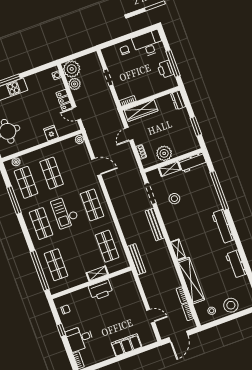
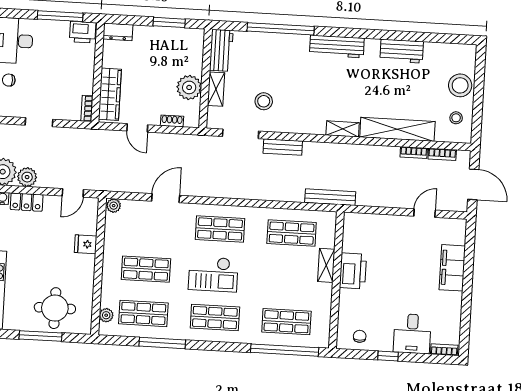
printer: (165, 69) -> (83, 32), moved
locker: (64, 100) -> (27, 202), moved
bench: (155, 224) -> (283, 147), width x0.73

